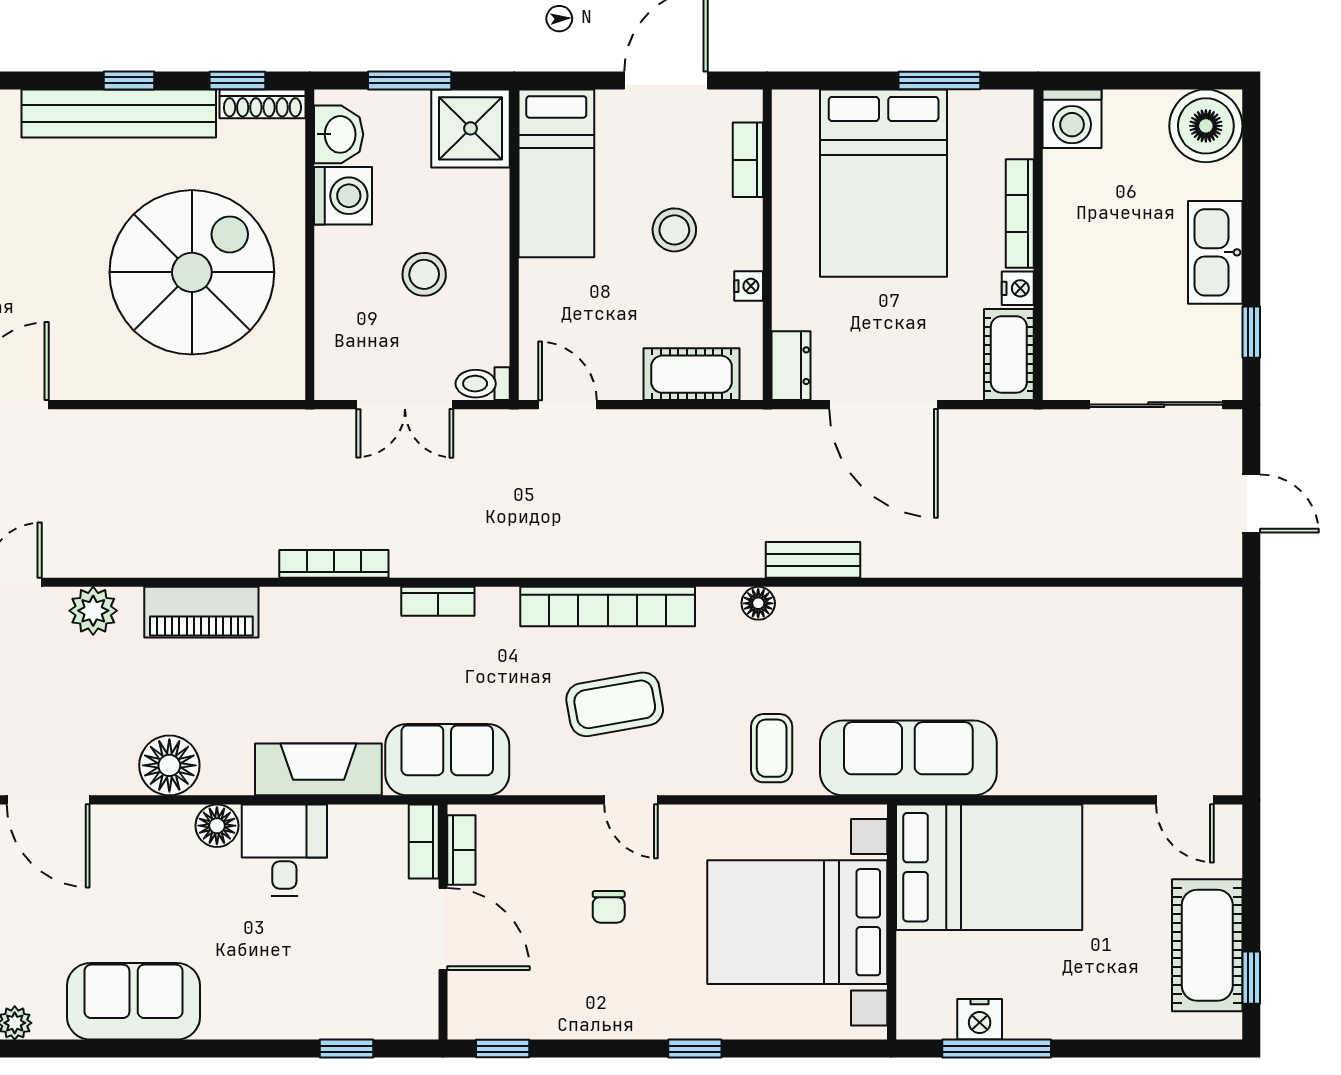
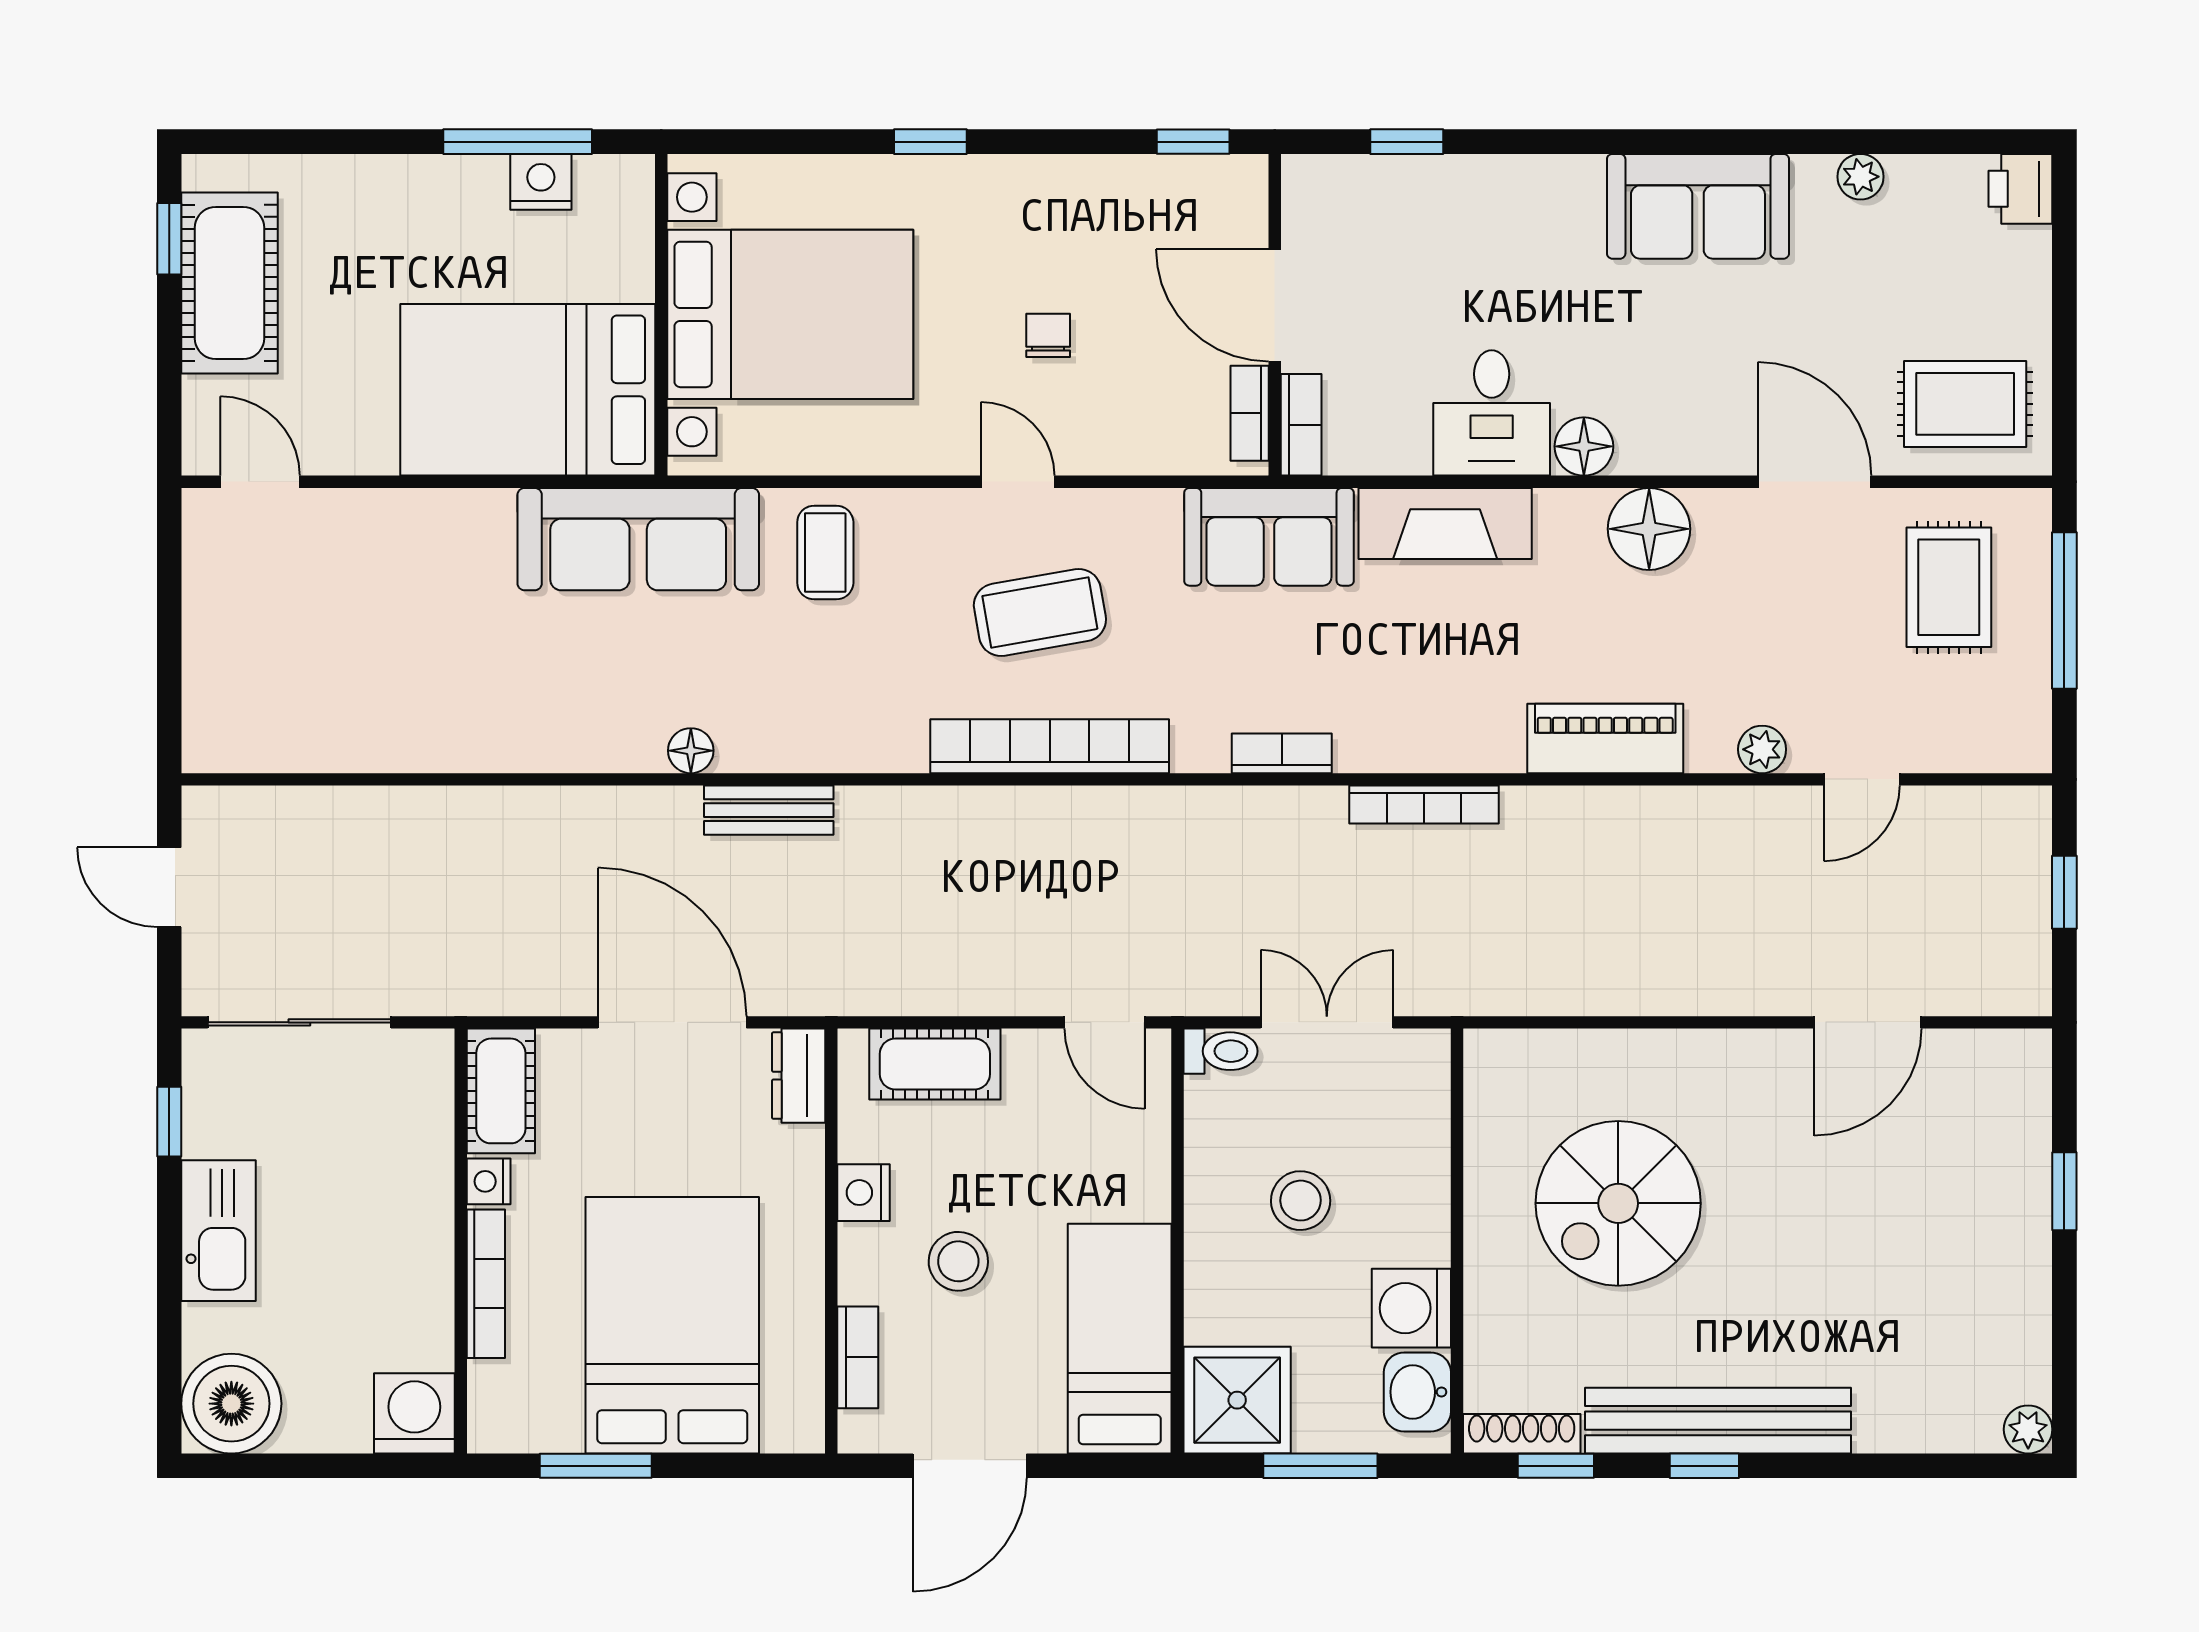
spiral stairs: (192, 272) -> (1618, 1203), width x0.73, depth x0.73
nightstand: (749, 286) -> (864, 1193), width x1.39, depth x1.35
floor lamp: (758, 603) -> (691, 751), moved
plant: (93, 611) -> (1762, 749), width x0.73, depth x0.73

